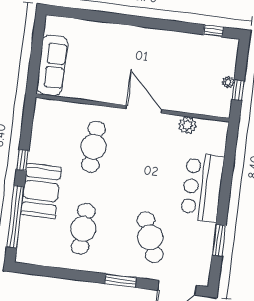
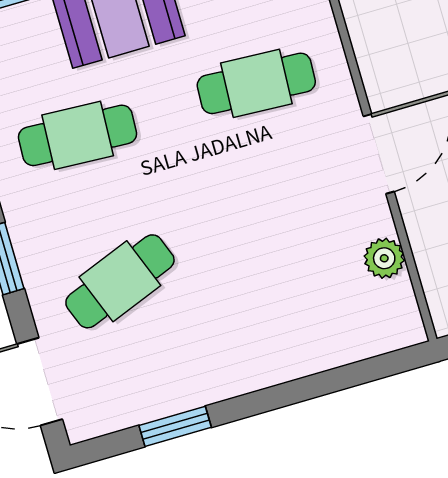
bar counter: (202, 187) -> (270, 345), removed

